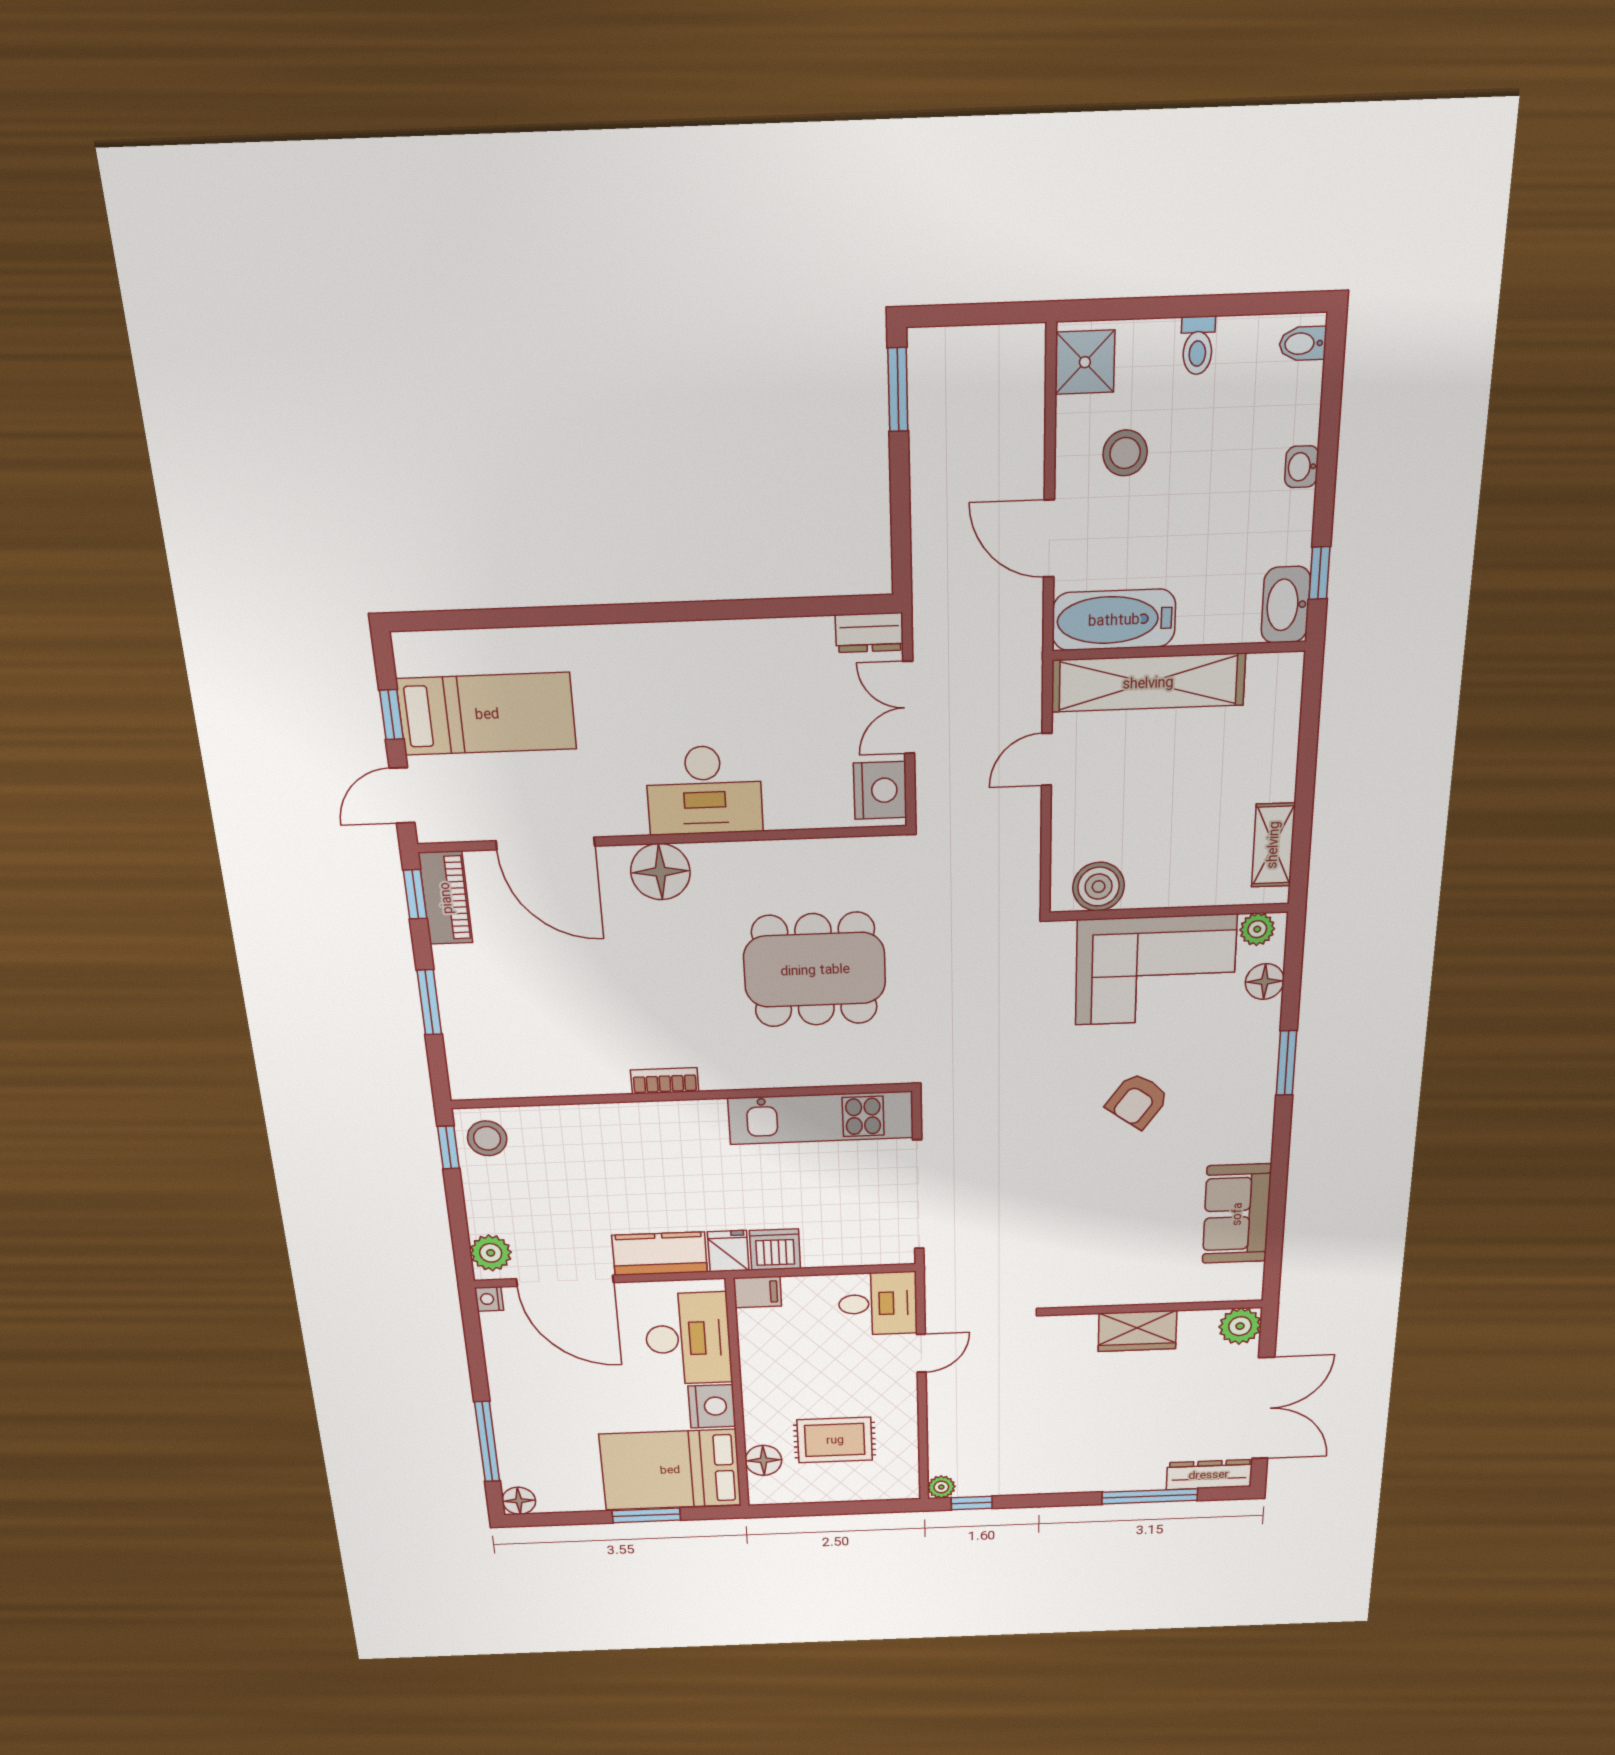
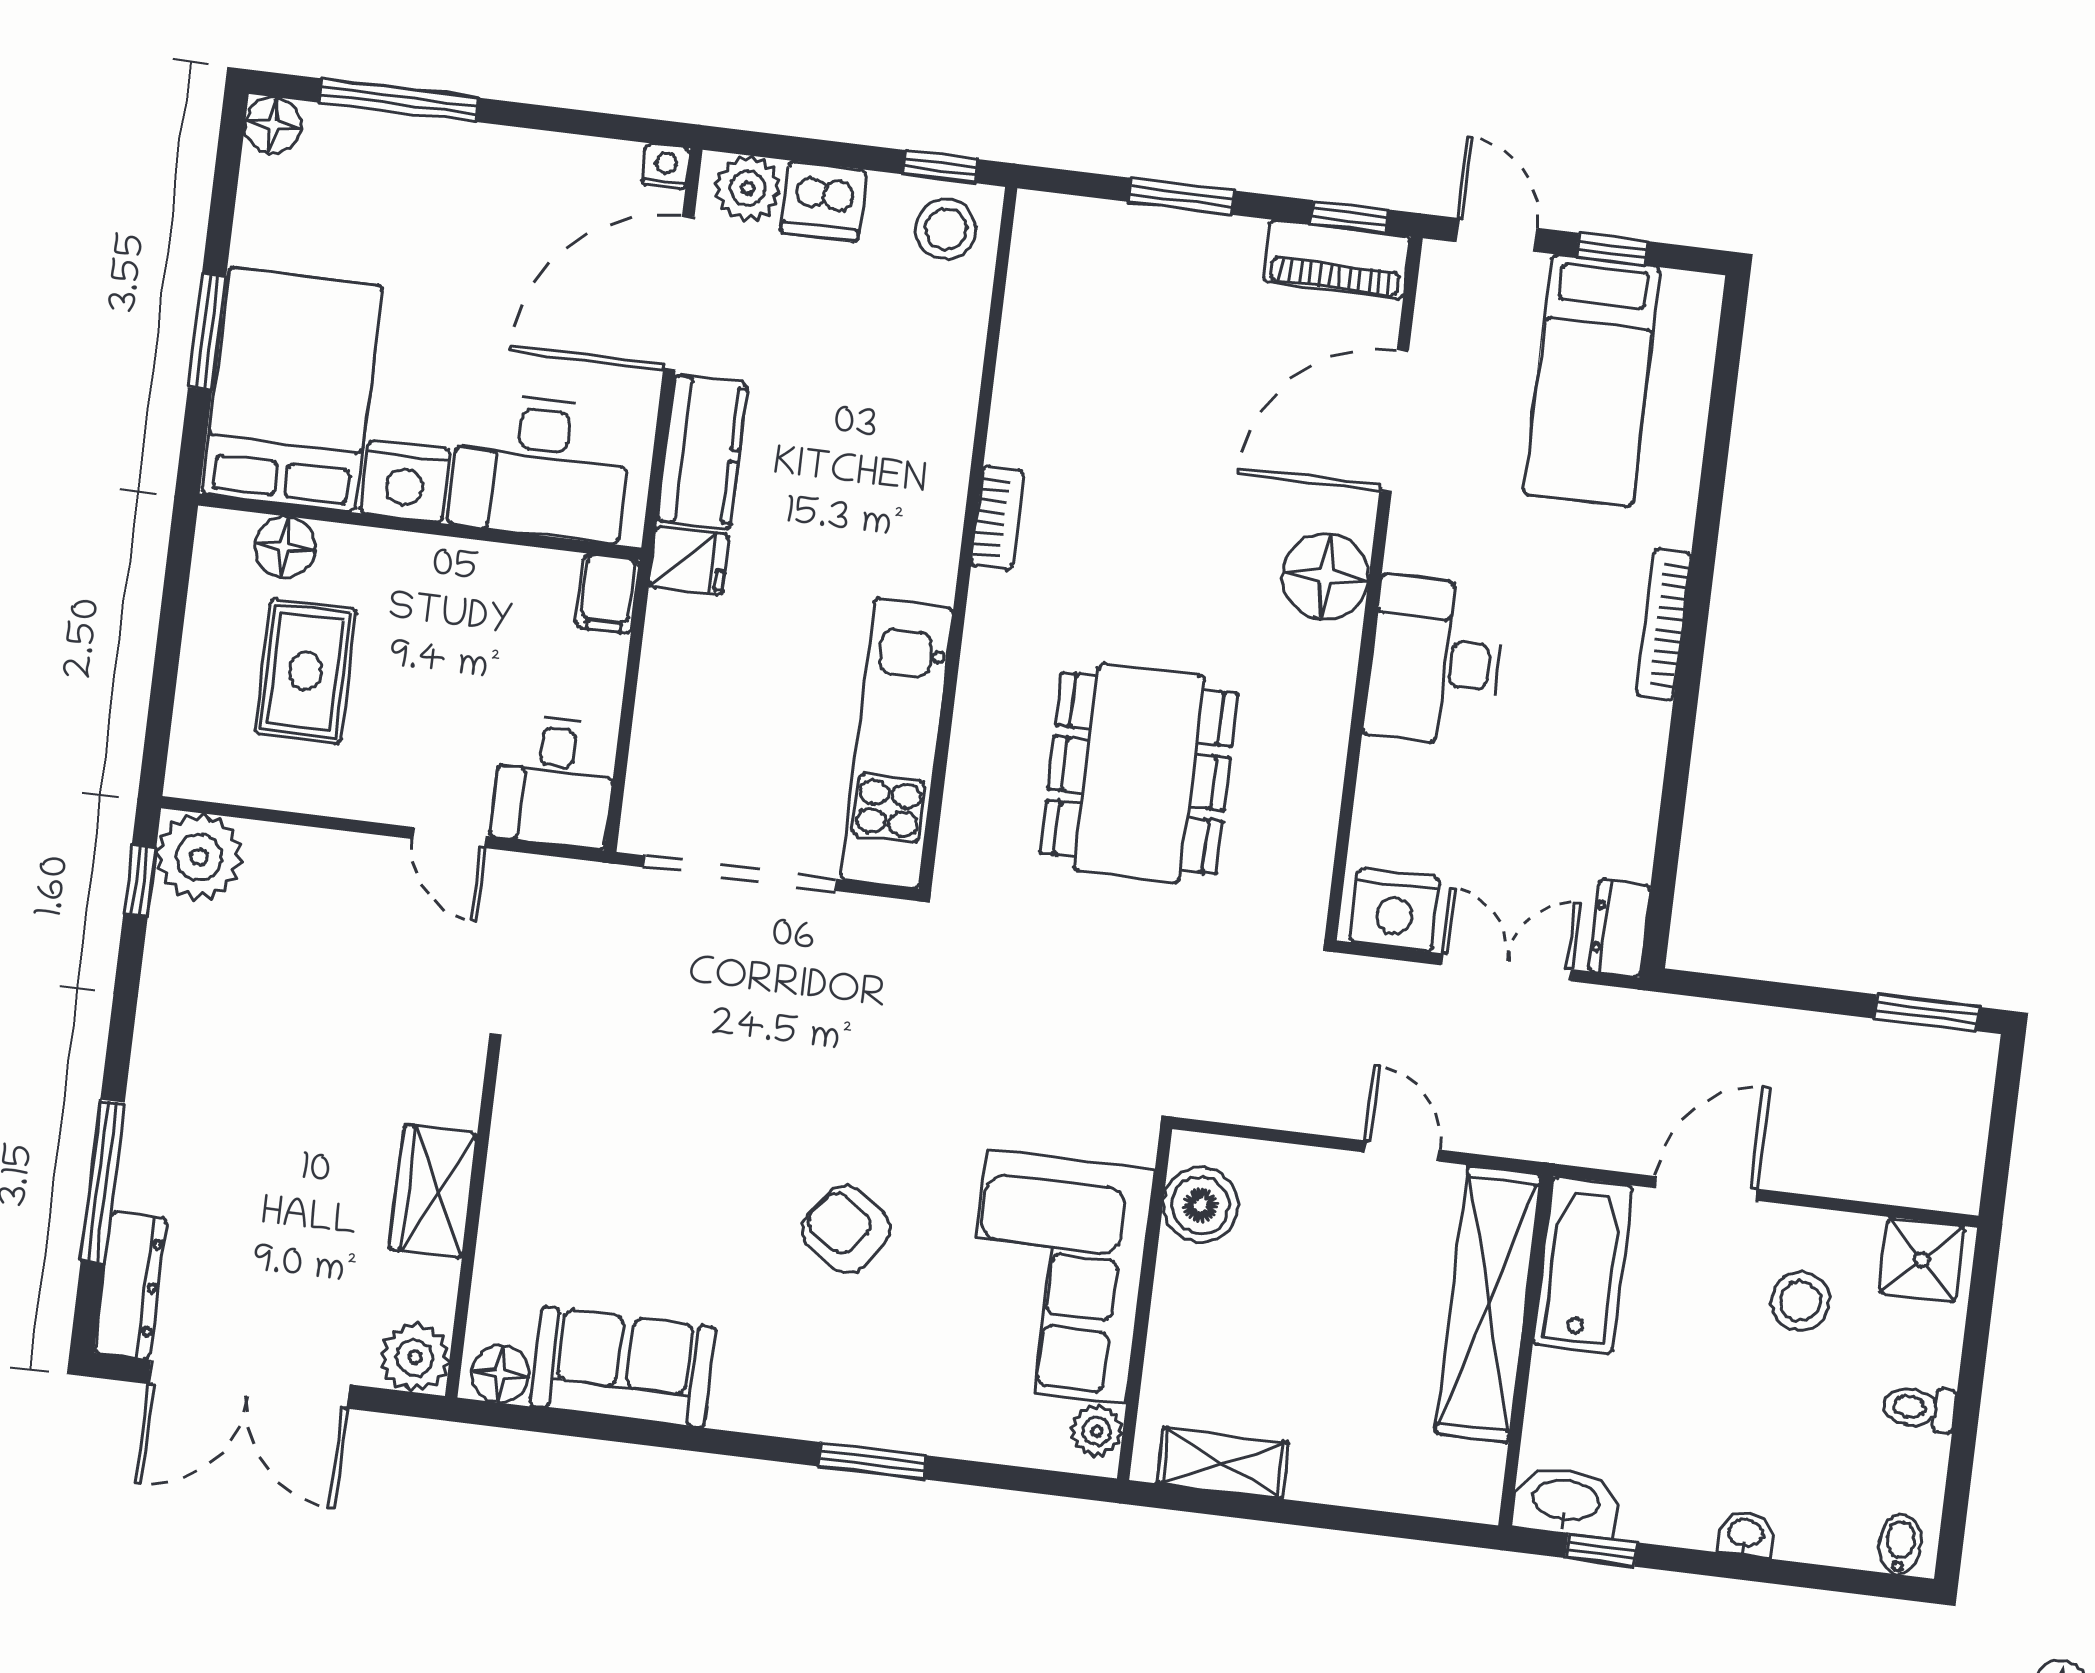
bookcase: (647, 636) -> (1663, 624), added
floor lamp: (1265, 982) -> (500, 1374), moved
dishwasher: (775, 1250) -> (823, 201), moved, turned 90
plant: (941, 1487) -> (199, 857), width x1.88, depth x1.88

